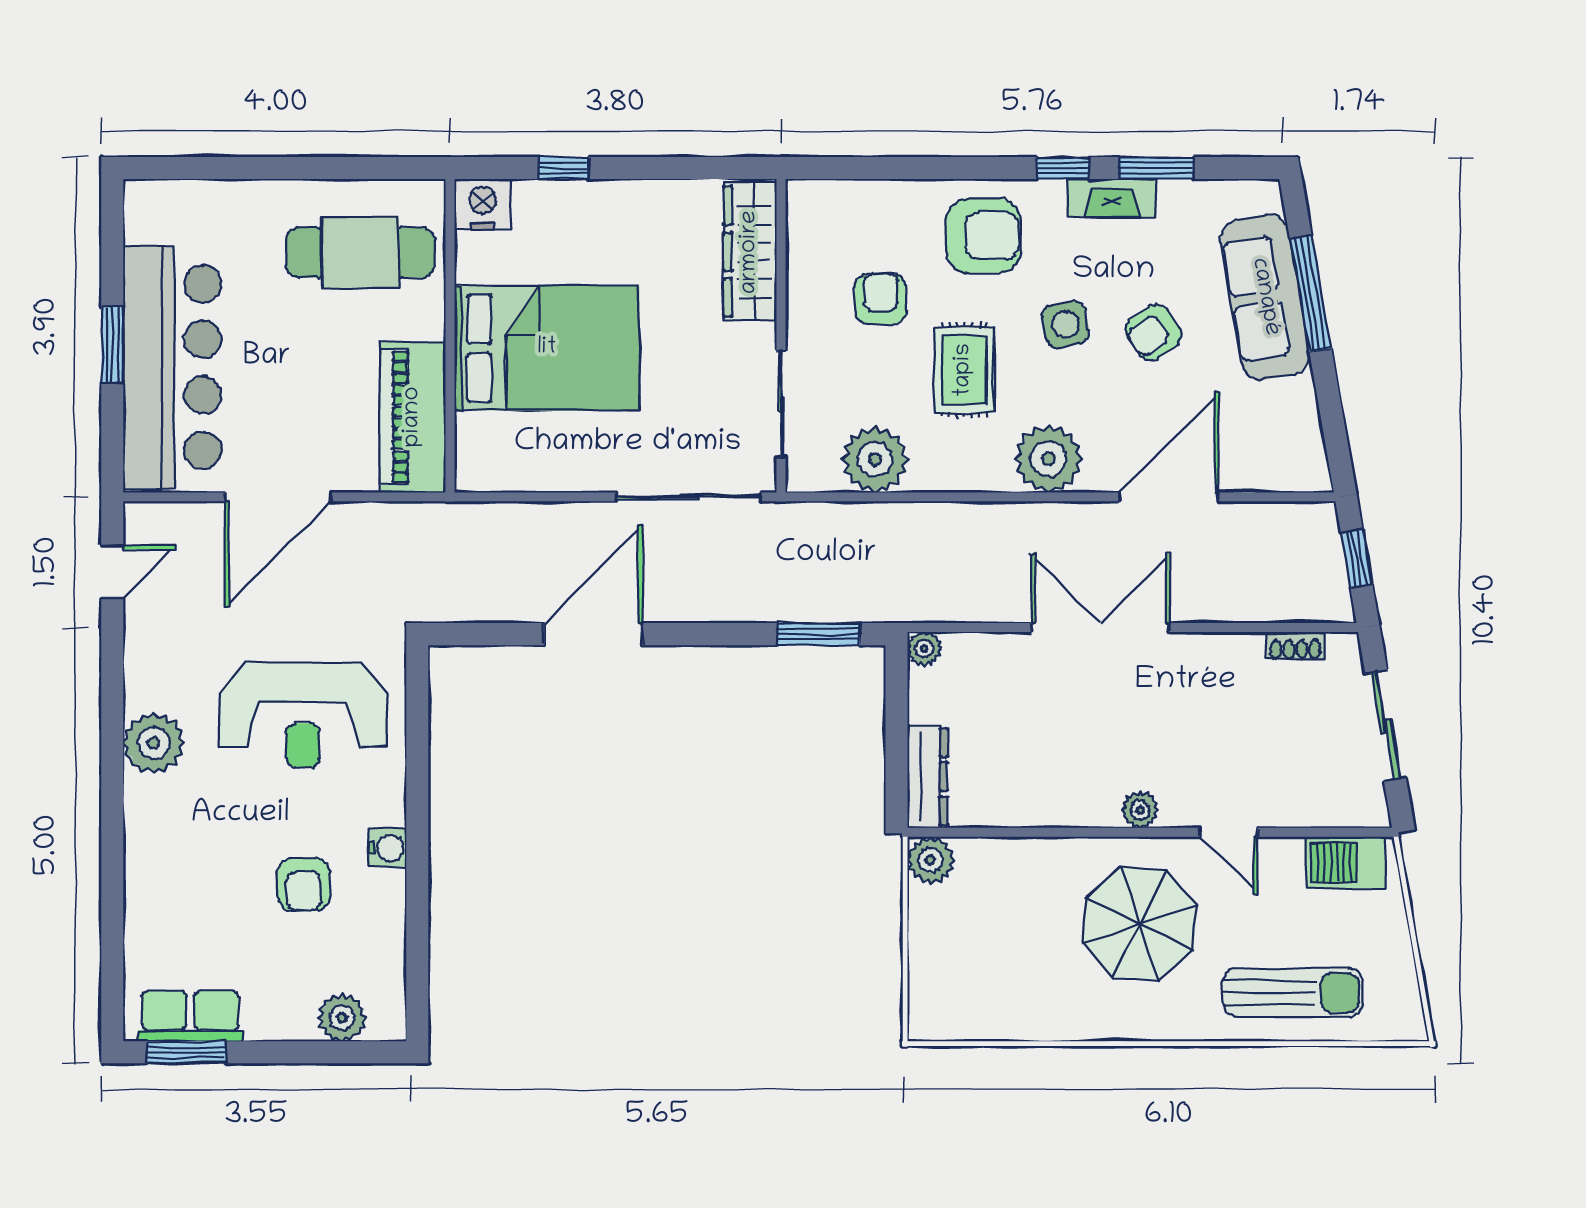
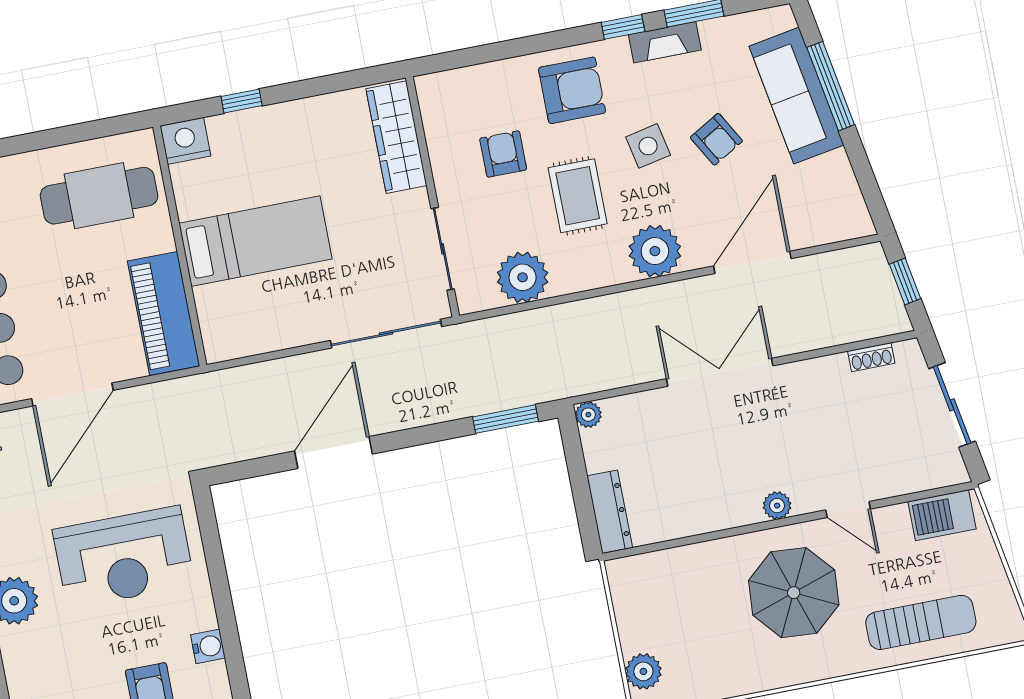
armchair: (1153, 333) -> (716, 139), turned -86
bed: (547, 348) -> (256, 241), width x0.67
plant: (931, 860) -> (643, 671), moved

